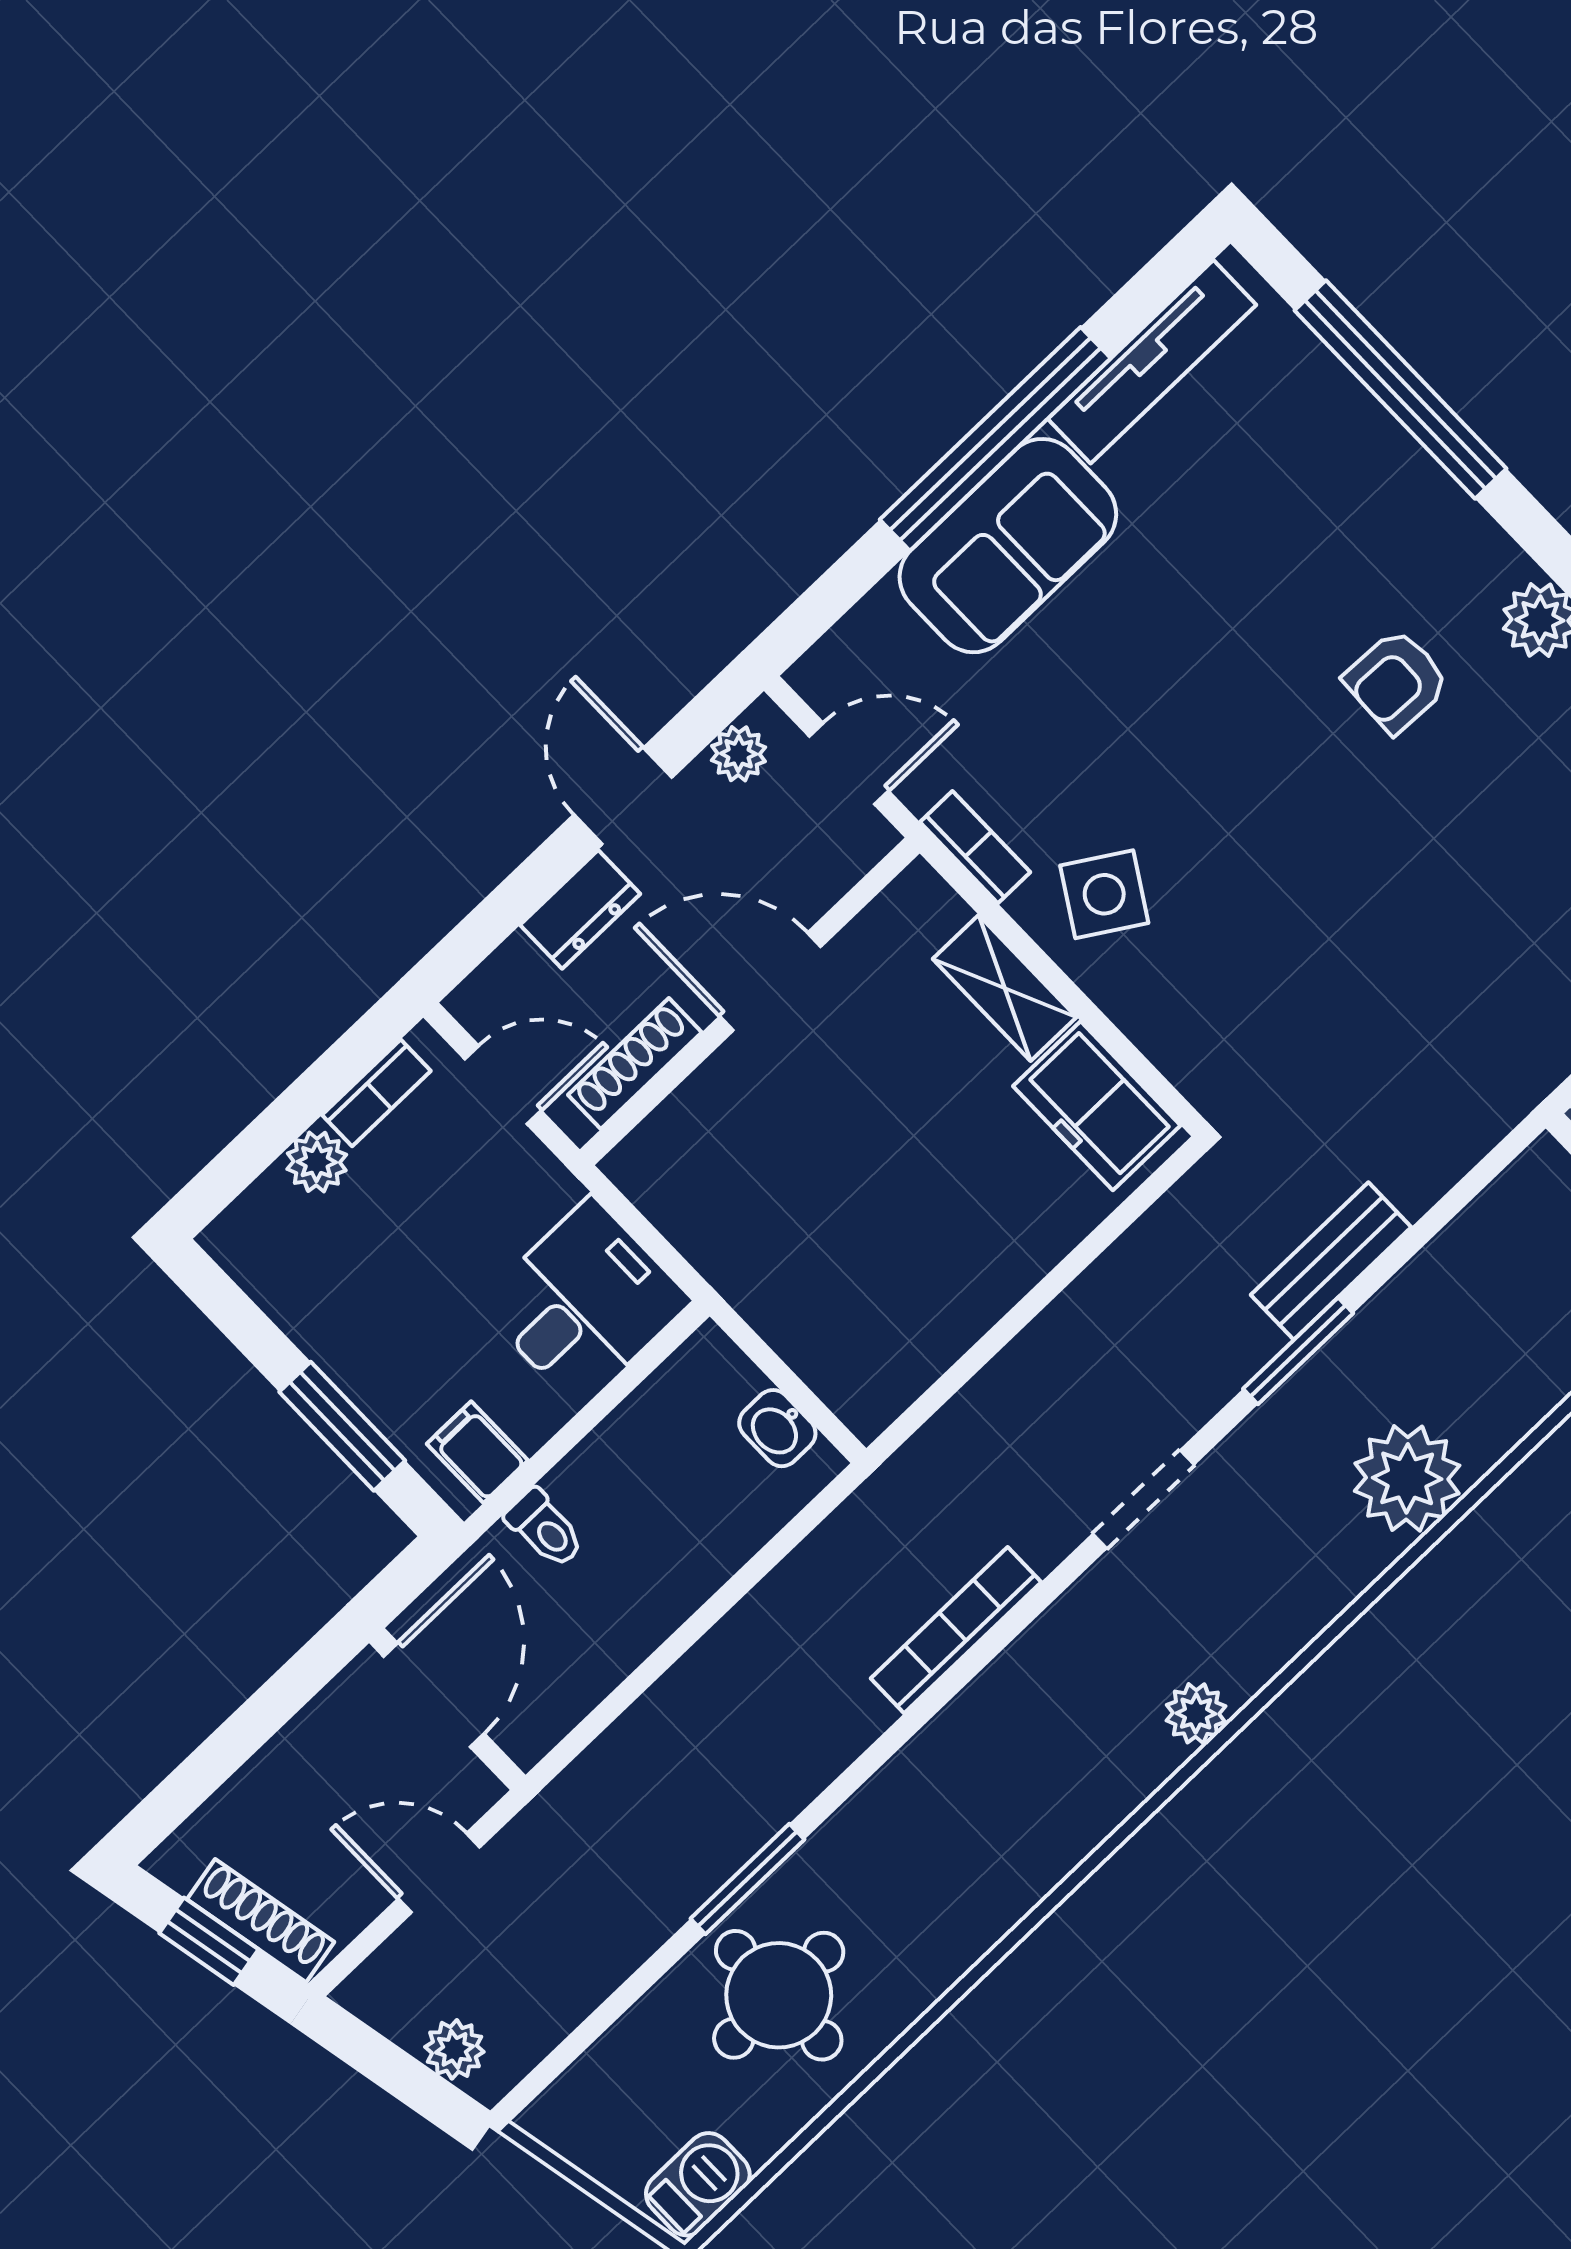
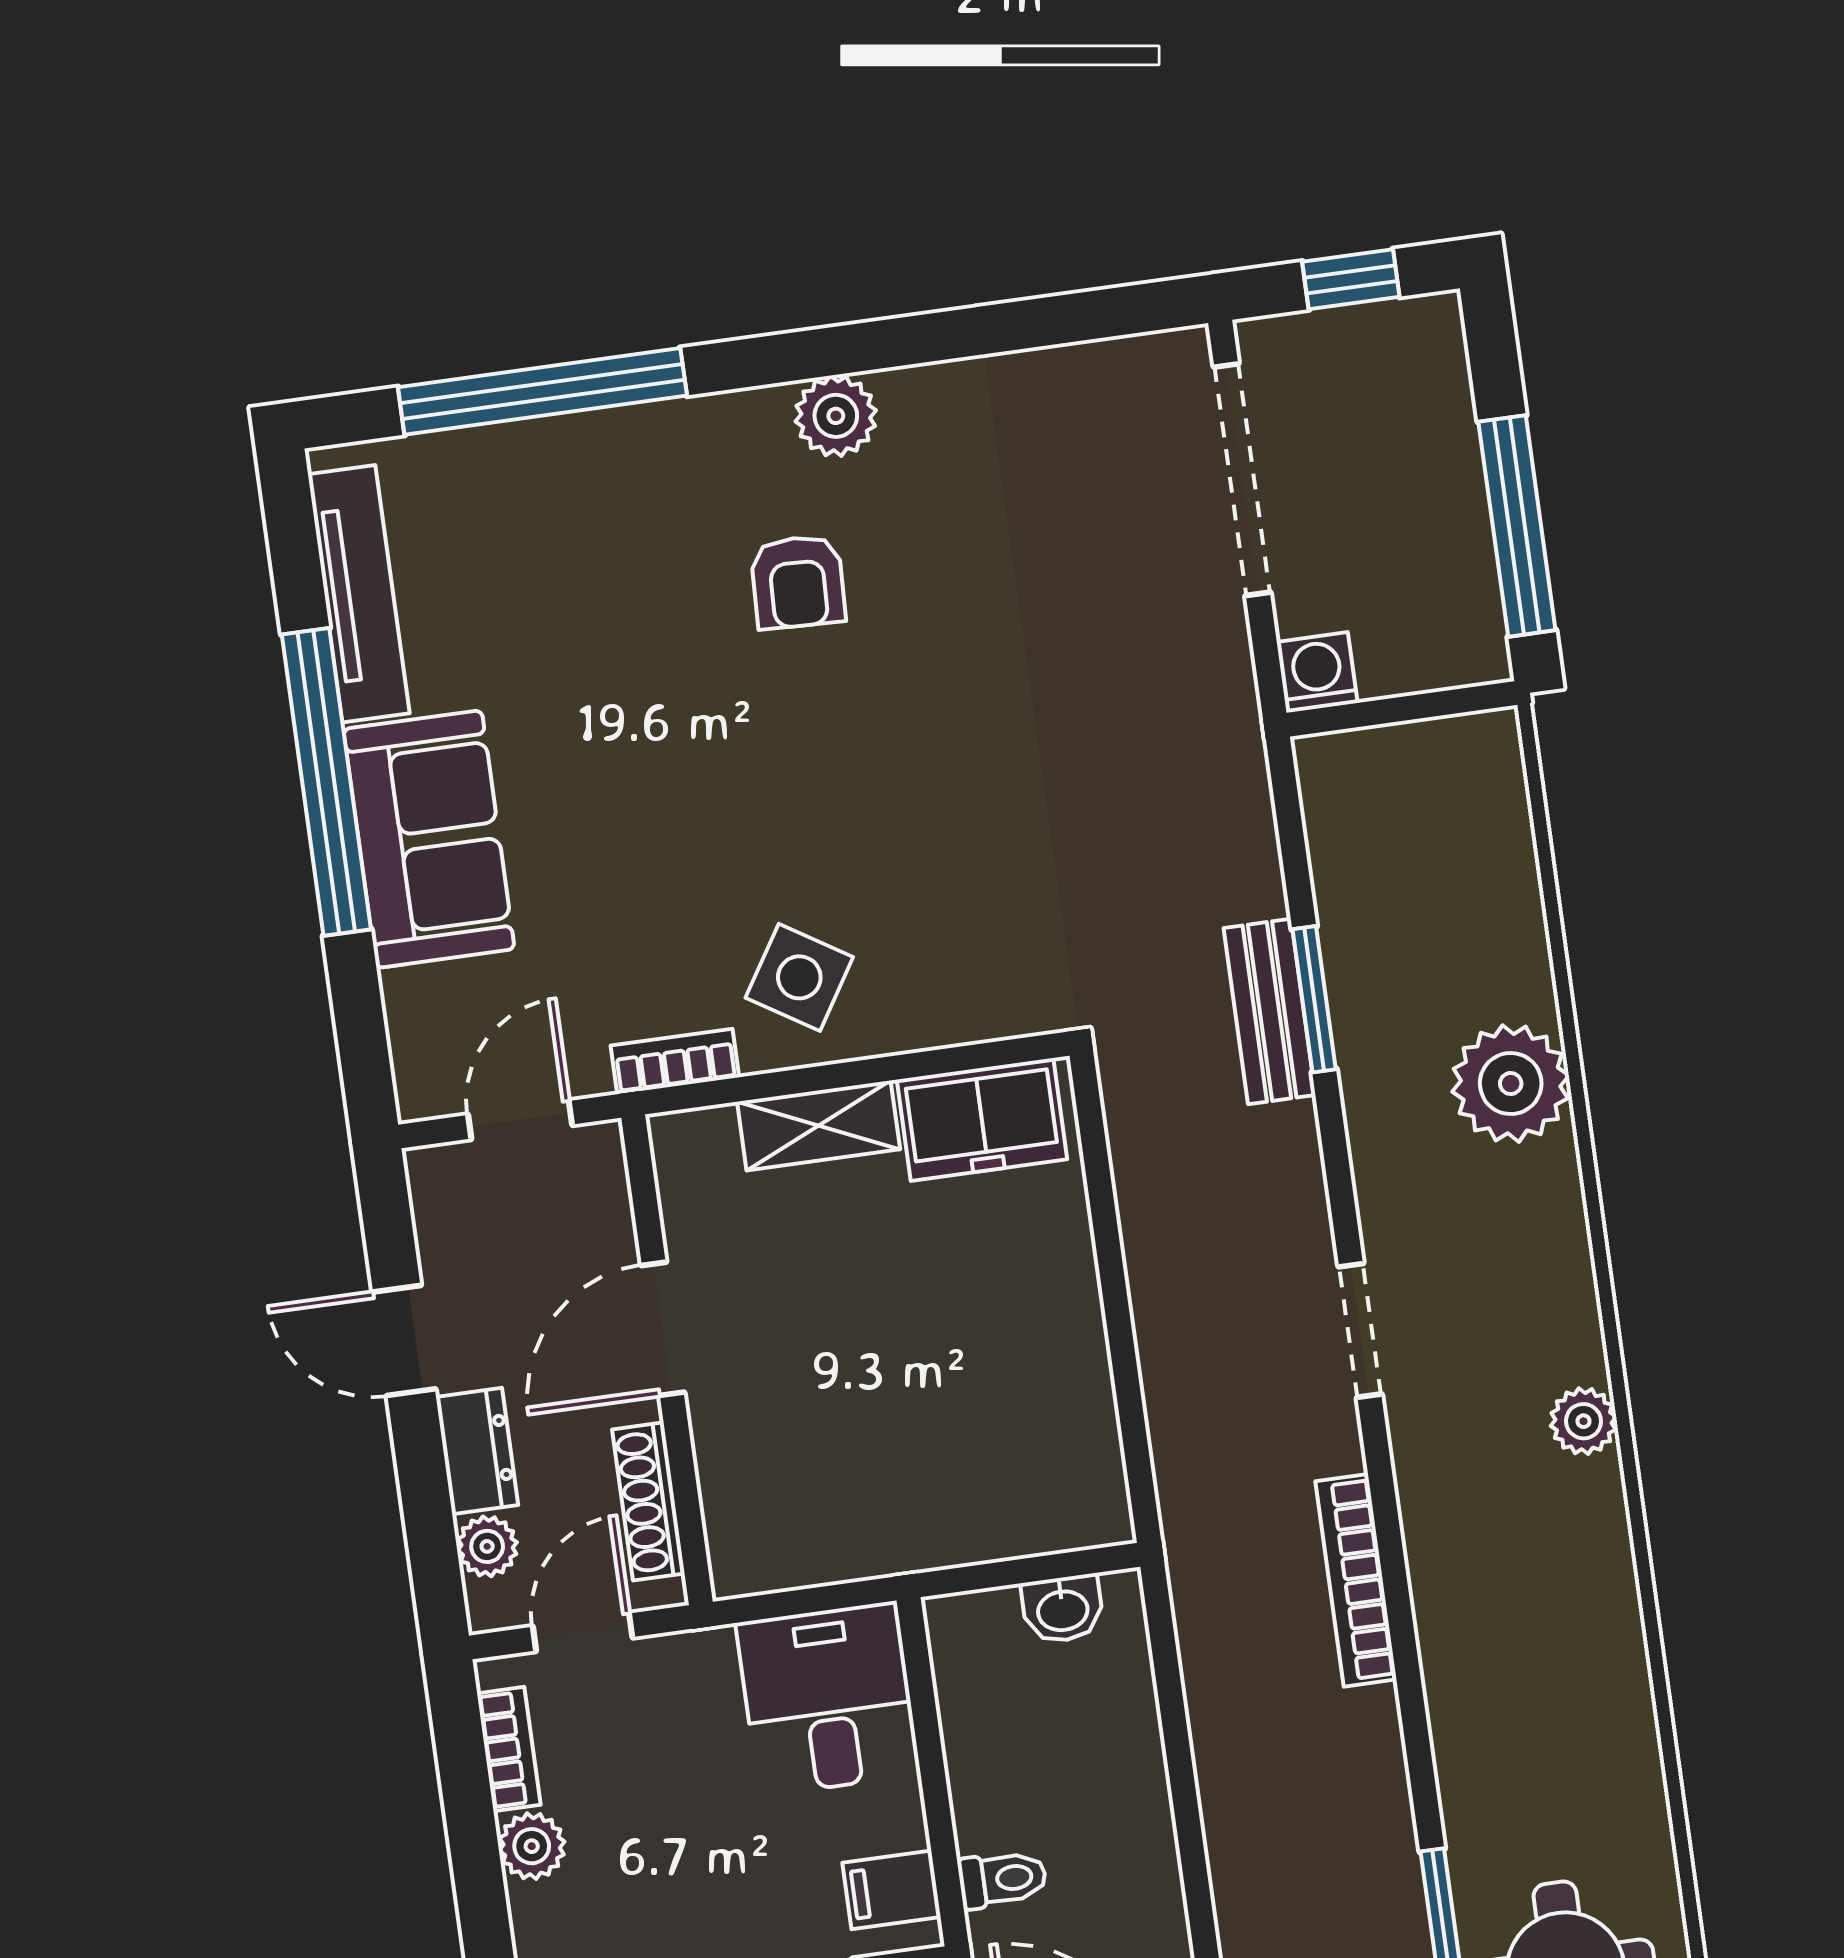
plant: (739, 754) -> (487, 1546), moved
window: (1298, 1351) -> (1314, 999), moved

